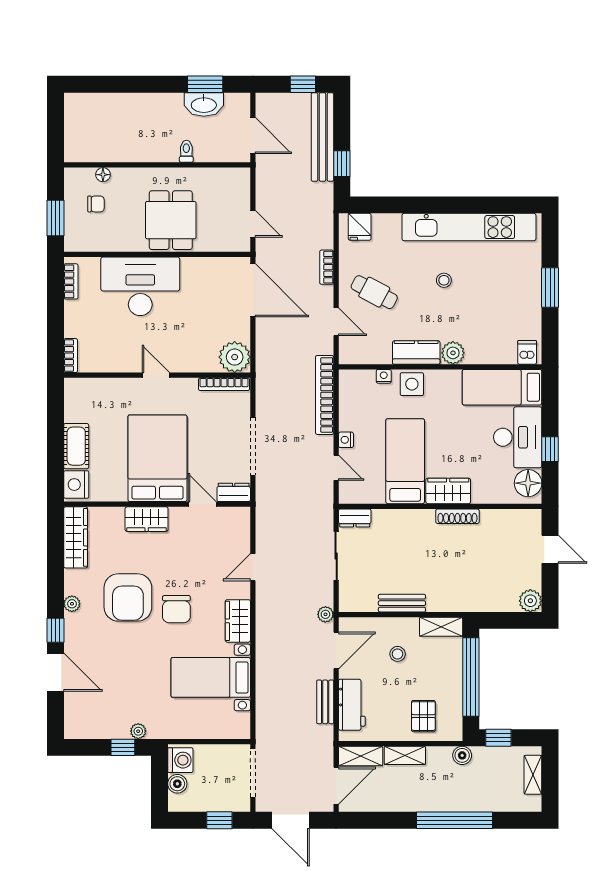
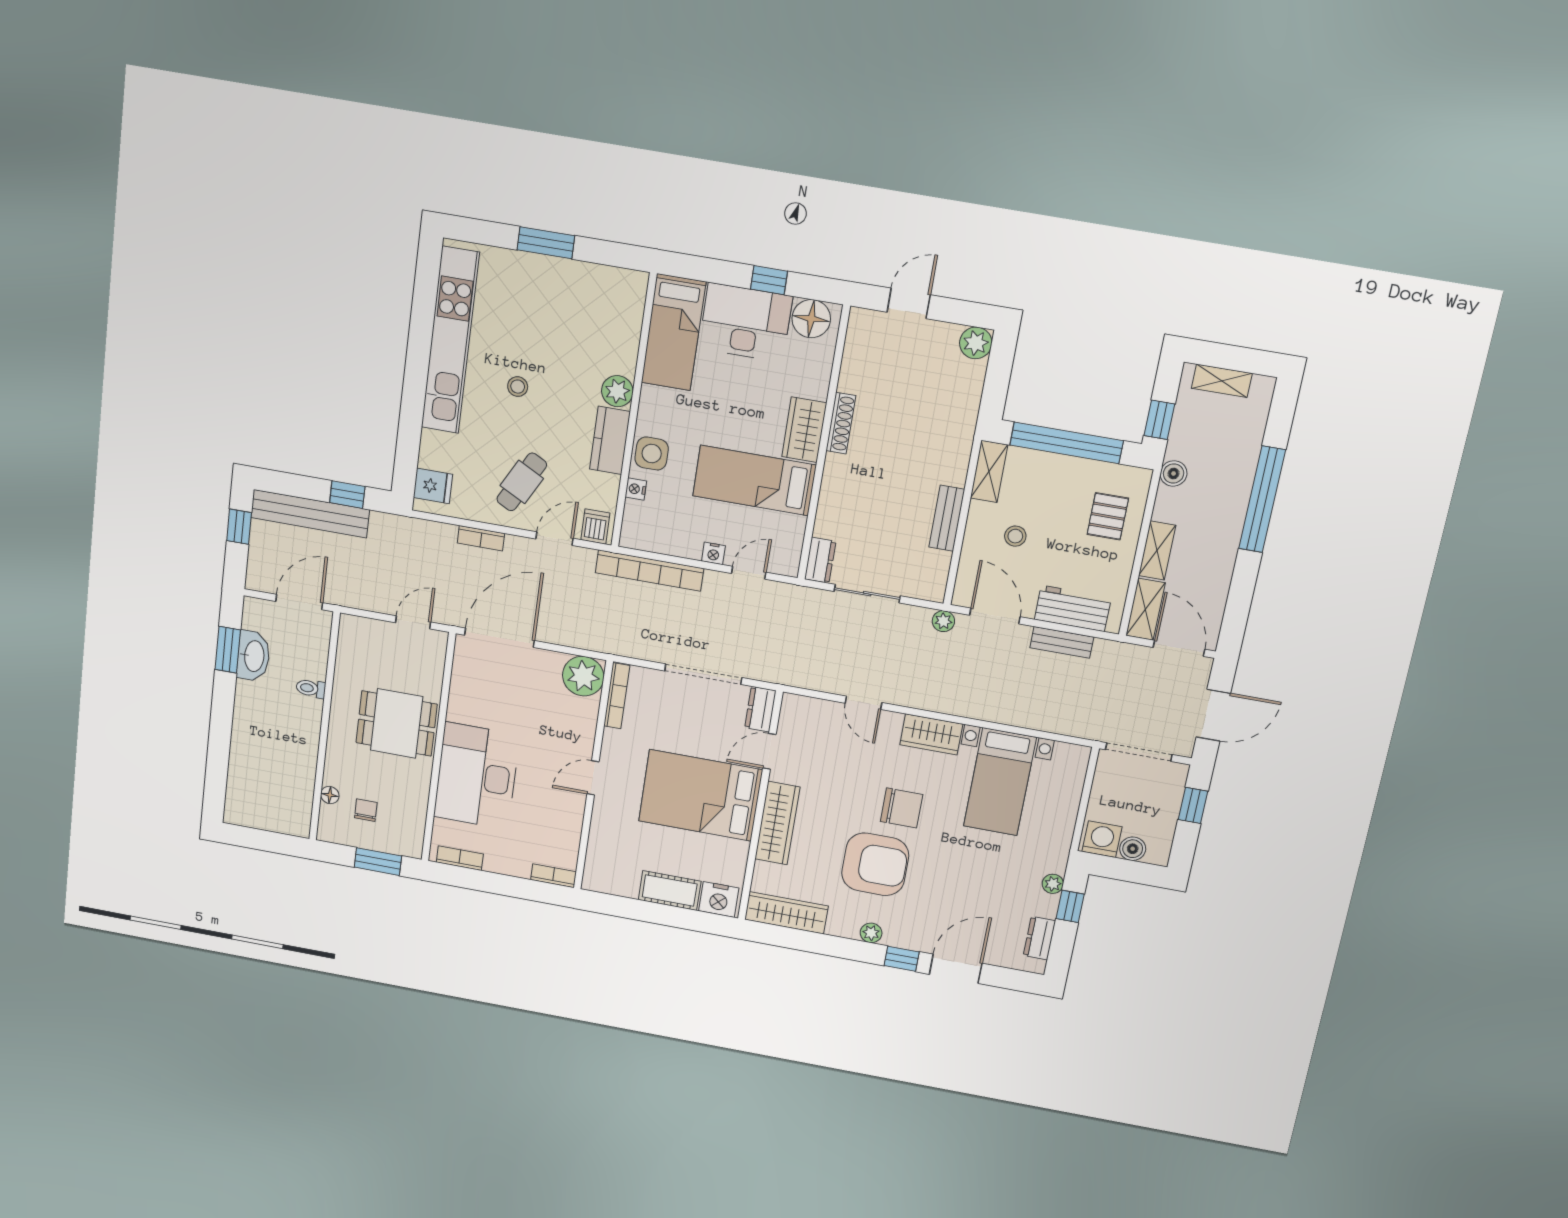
dishwasher: (527, 352) -> (595, 527), moved, turned 90
wardrobe: (147, 519) -> (777, 823), width x1.50
pallet: (423, 716) -> (1108, 516), turned 90
dresser: (93, 730) -> (1039, 938), added

